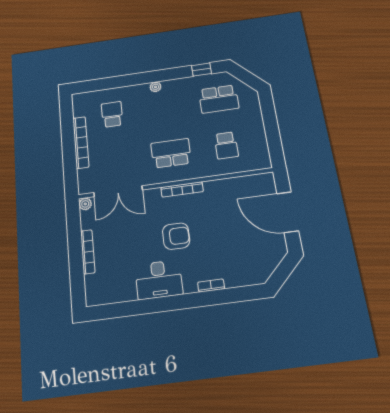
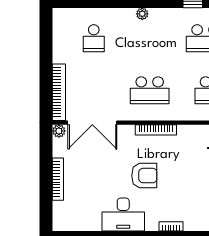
school desk: (112, 114) -> (94, 38), turned 180
bookcase: (81, 142) -> (59, 92), moved
school desk: (171, 153) -> (150, 90), turned 180

